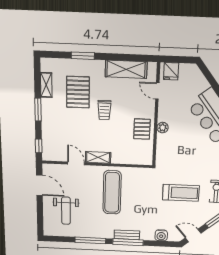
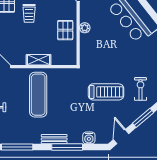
shelving: (98, 157) -> (39, 60), moved
door: (193, 235) -> (121, 137), hinge flipped
window: (128, 242) -> (67, 147), moved

